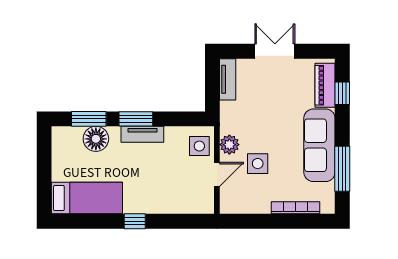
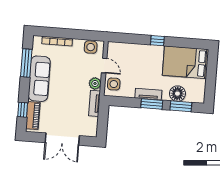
double door: (275, 51) -> (62, 139), width x1.37
tv unit: (228, 79) -> (95, 103), moved
side table: (258, 164) -> (91, 47), moved
door: (217, 174) -> (104, 66), swing flipped
bed: (87, 198) -> (186, 62), width x1.50

